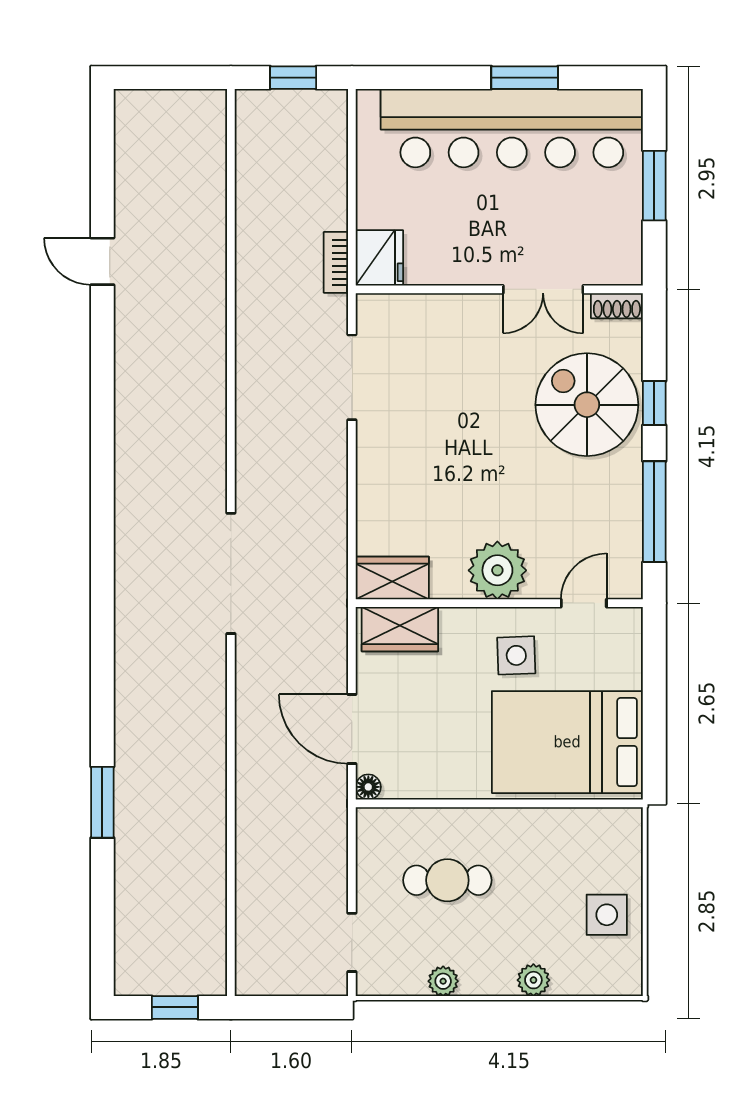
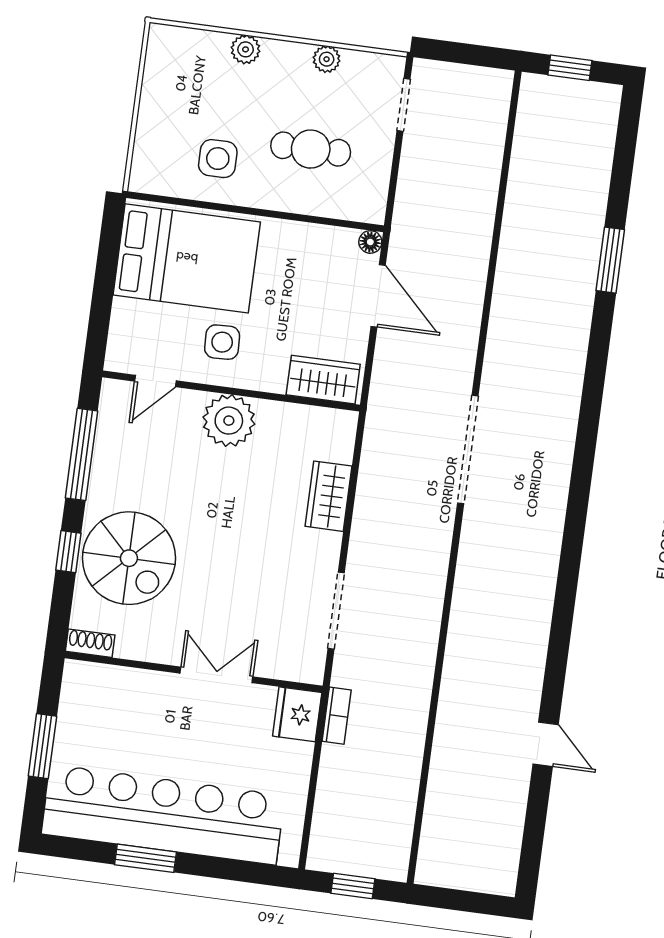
double door: (543, 289) -> (216, 675), moved
wardrobe: (392, 578) -> (329, 496), moved, turned 90
side table: (607, 915) -> (218, 159), moved

